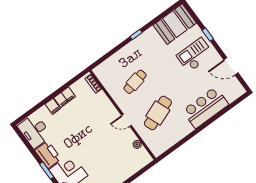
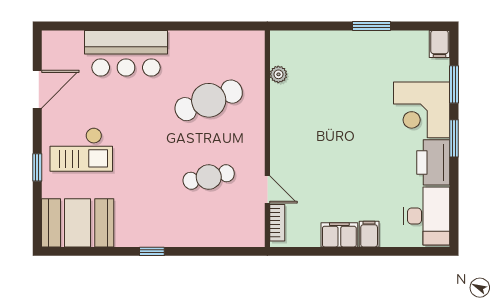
door: (231, 66) -> (37, 89), hinge flipped
door: (127, 120) -> (267, 190), moved

